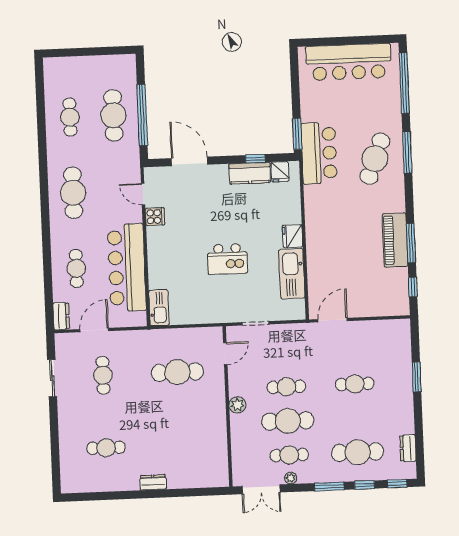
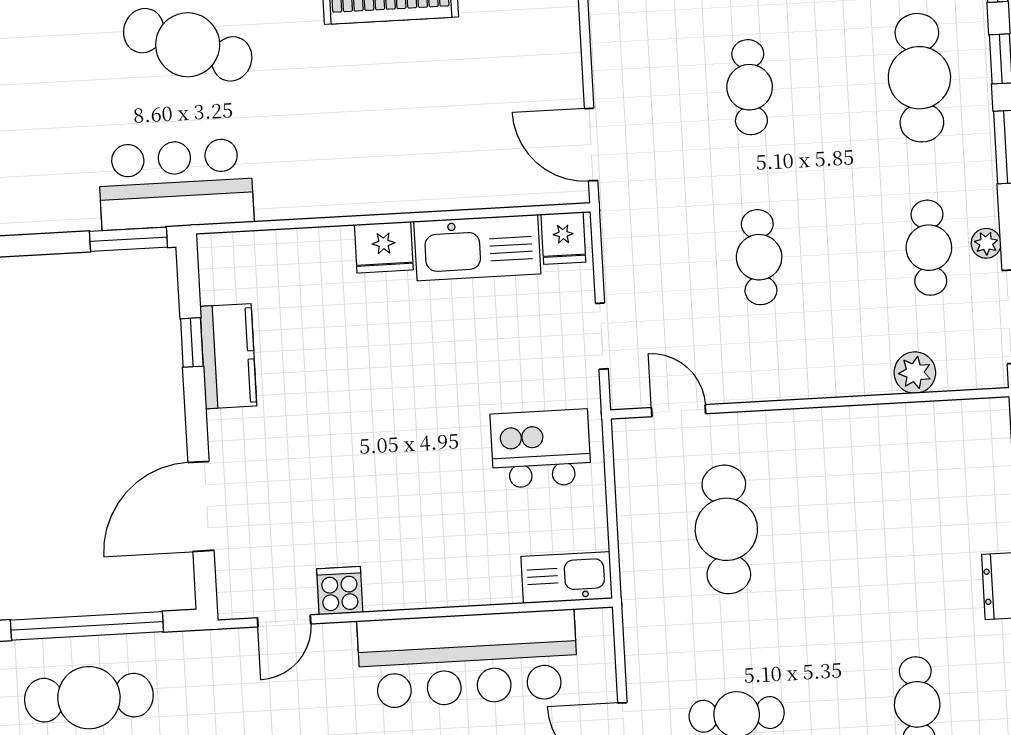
fridge: (280, 172) -> (563, 238), moved, turned 90
kitchen island: (227, 259) -> (541, 449), moved, turned -90
plant: (237, 405) -> (915, 373), moved
cafe table: (288, 421) -> (844, 252), removed

